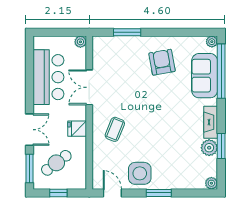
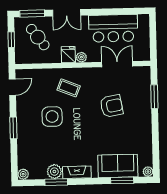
plant: (80, 42) -> (81, 57), moved
armchair: (162, 62) -> (112, 106), moved
window: (221, 71) -> (122, 180), width x0.47
double door: (89, 87) -> (117, 64), moved
side table: (140, 173) -> (52, 117), moved

